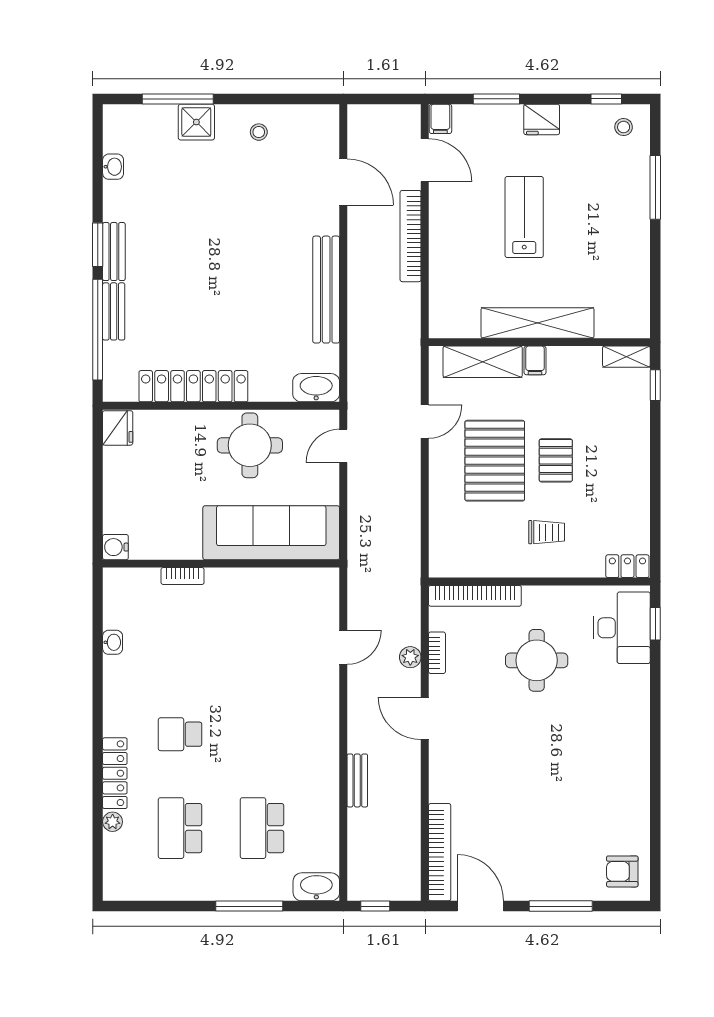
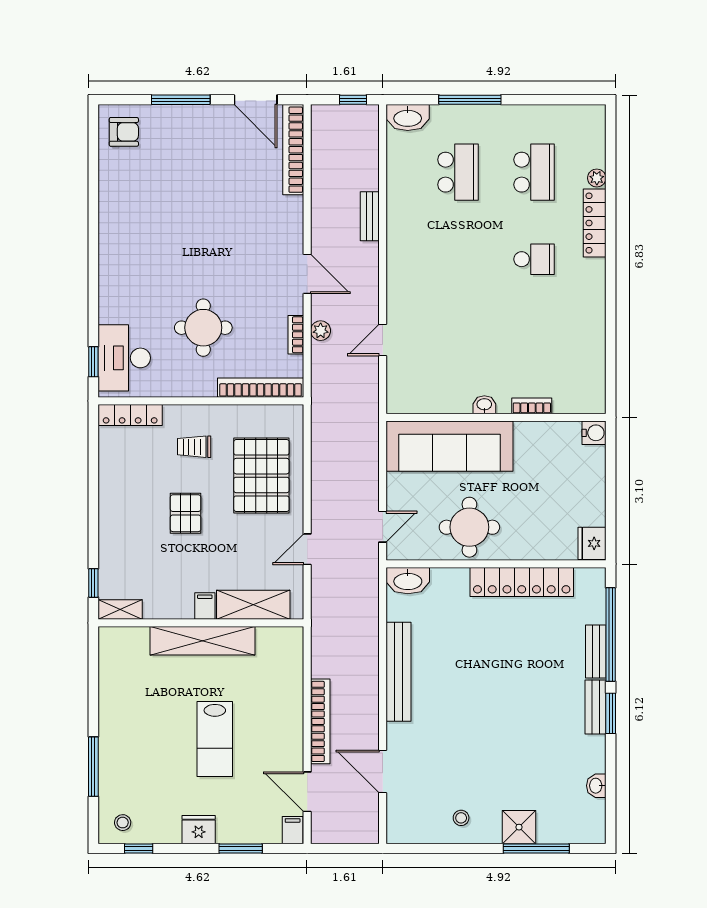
pallet: (495, 461) -> (261, 476), moved
locker: (627, 566) -> (130, 415), width x1.53
washbasin: (113, 642) -> (484, 405), moved, turned 90

